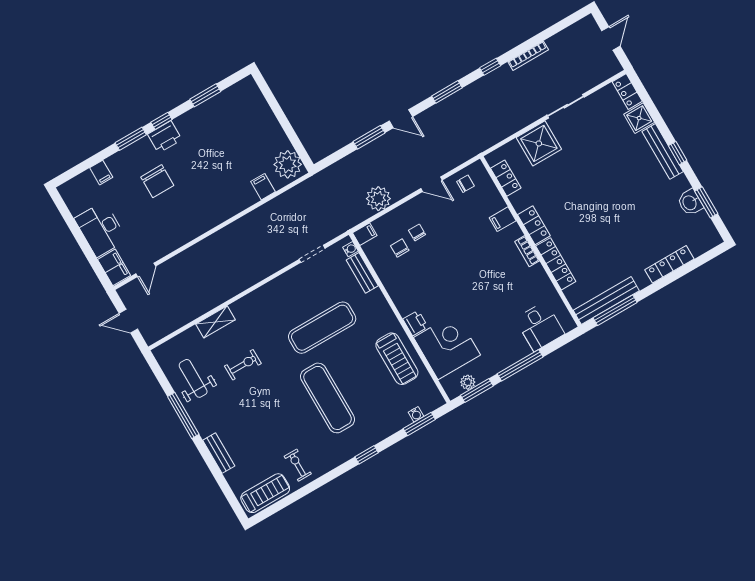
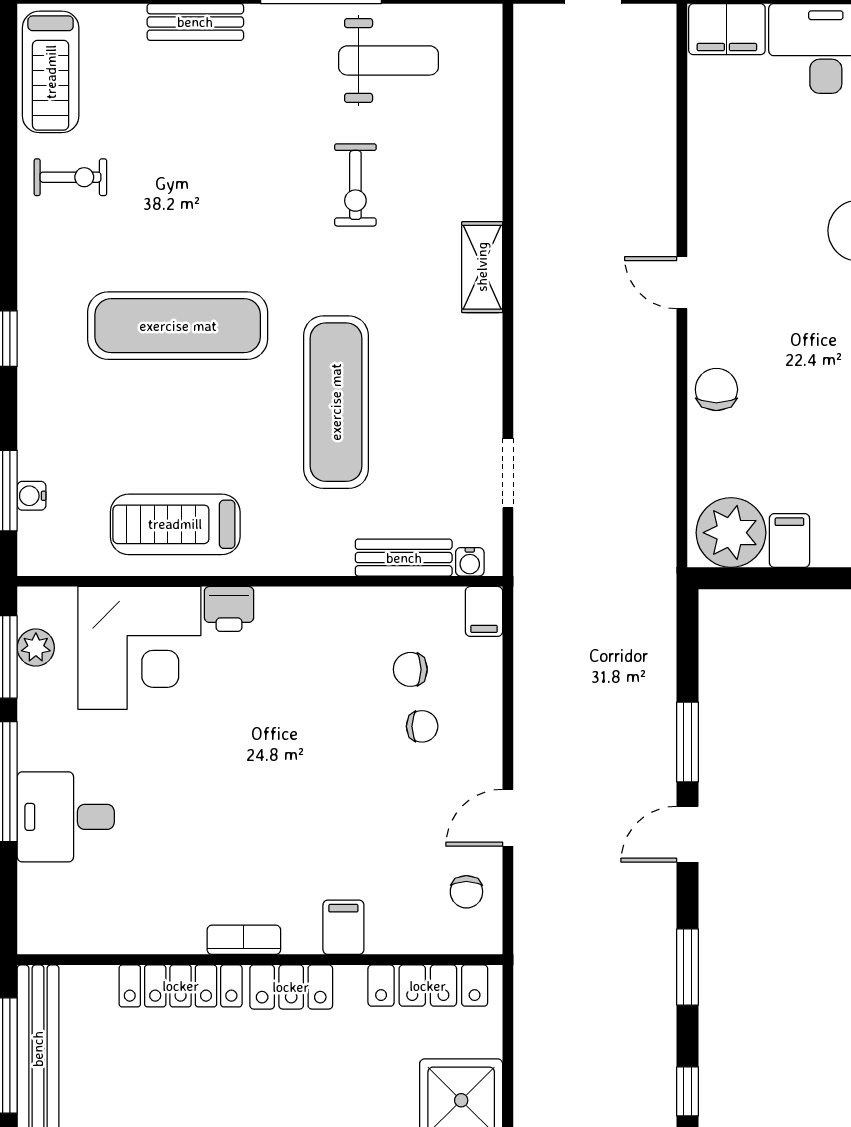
locker: (506, 178) -> (428, 986), width x1.53
filing cabinet: (263, 187) -> (789, 541), moved, turned -90
chair: (241, 198) -> (716, 389), added
plant: (378, 199) -> (544, 685), removed
chair: (400, 248) -> (410, 669), turned 180
door: (146, 270) -> (682, 283), moved
shelving: (216, 322) -> (482, 267), moved
desk: (540, 326) -> (66, 817), moved

